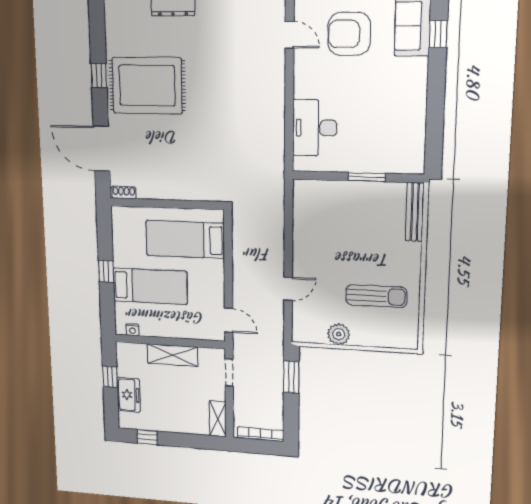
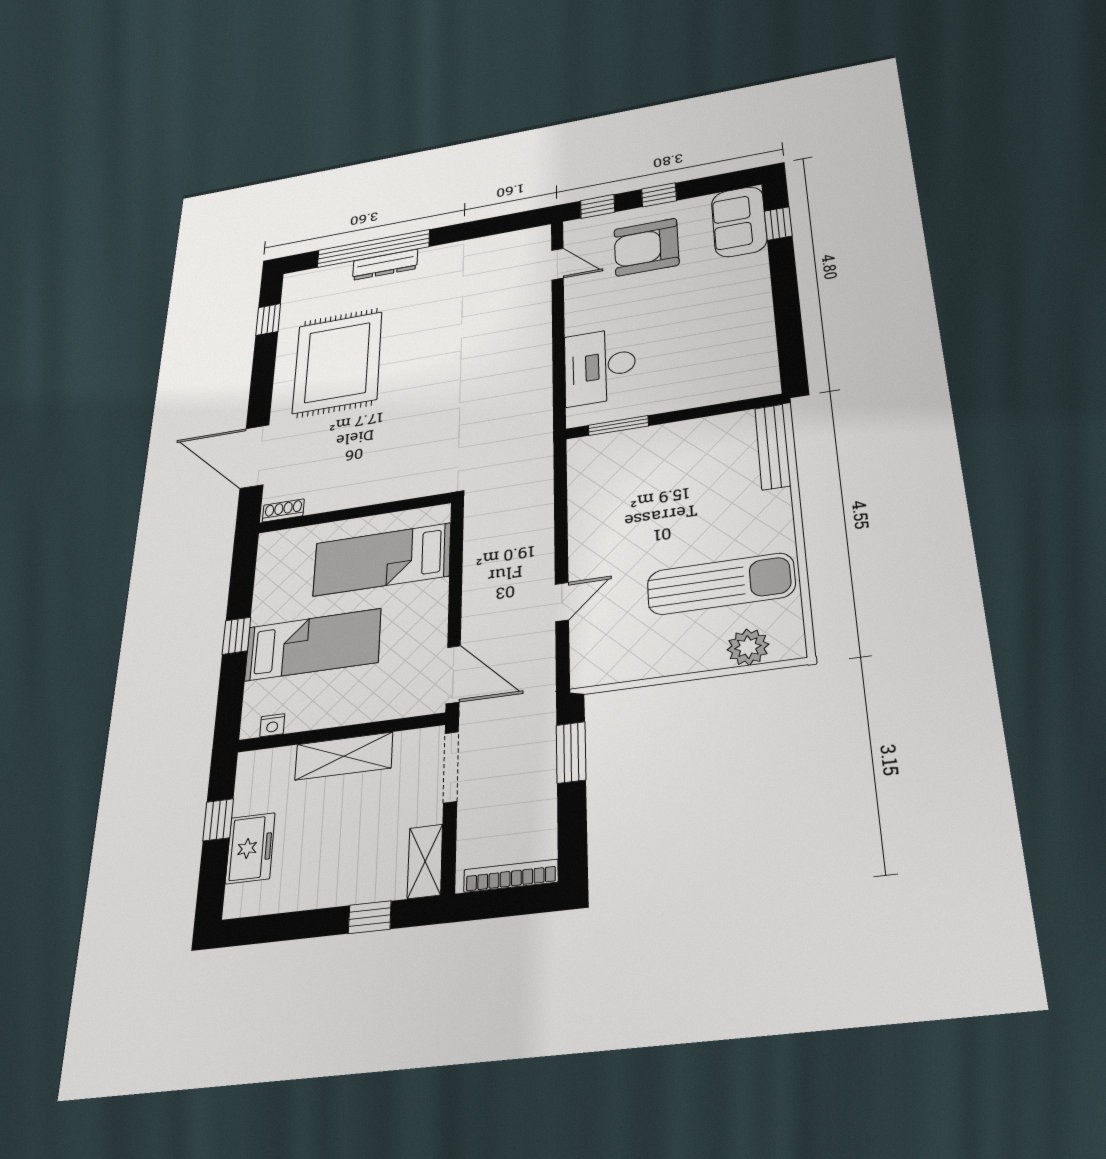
window: (99, 76) -> (268, 319), moved
rug: (147, 86) -> (337, 362), turned 90
window: (367, 177) -> (618, 426), moved
sun lounger: (376, 296) -> (721, 584), width x1.36, depth x1.34
door: (229, 320) -> (453, 674), width x1.38
plant: (339, 334) -> (748, 647), moved
doorway: (229, 372) -> (451, 767), width x1.38
window: (147, 437) -> (370, 917), moved

